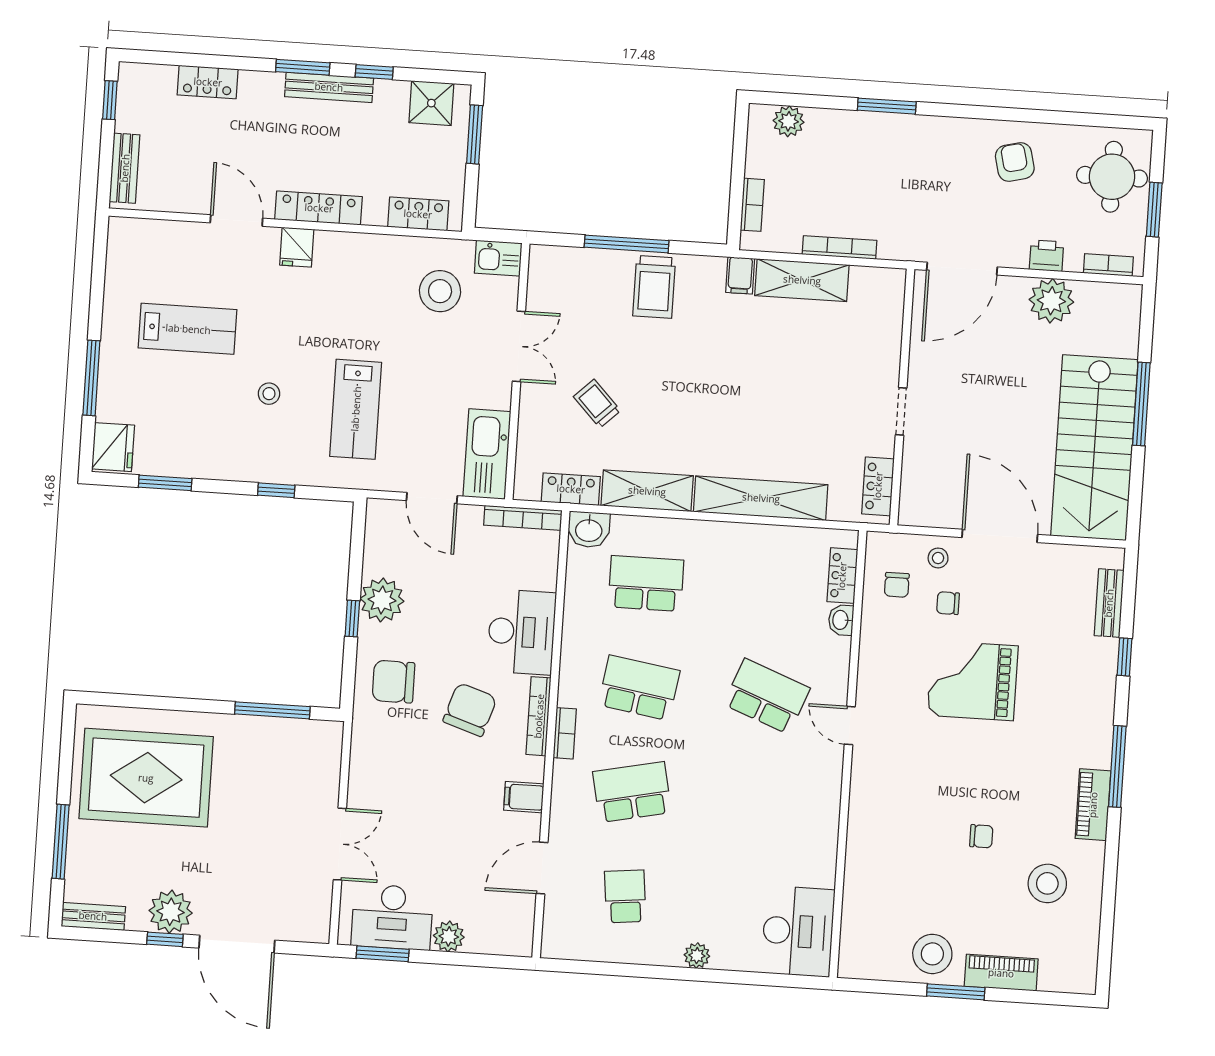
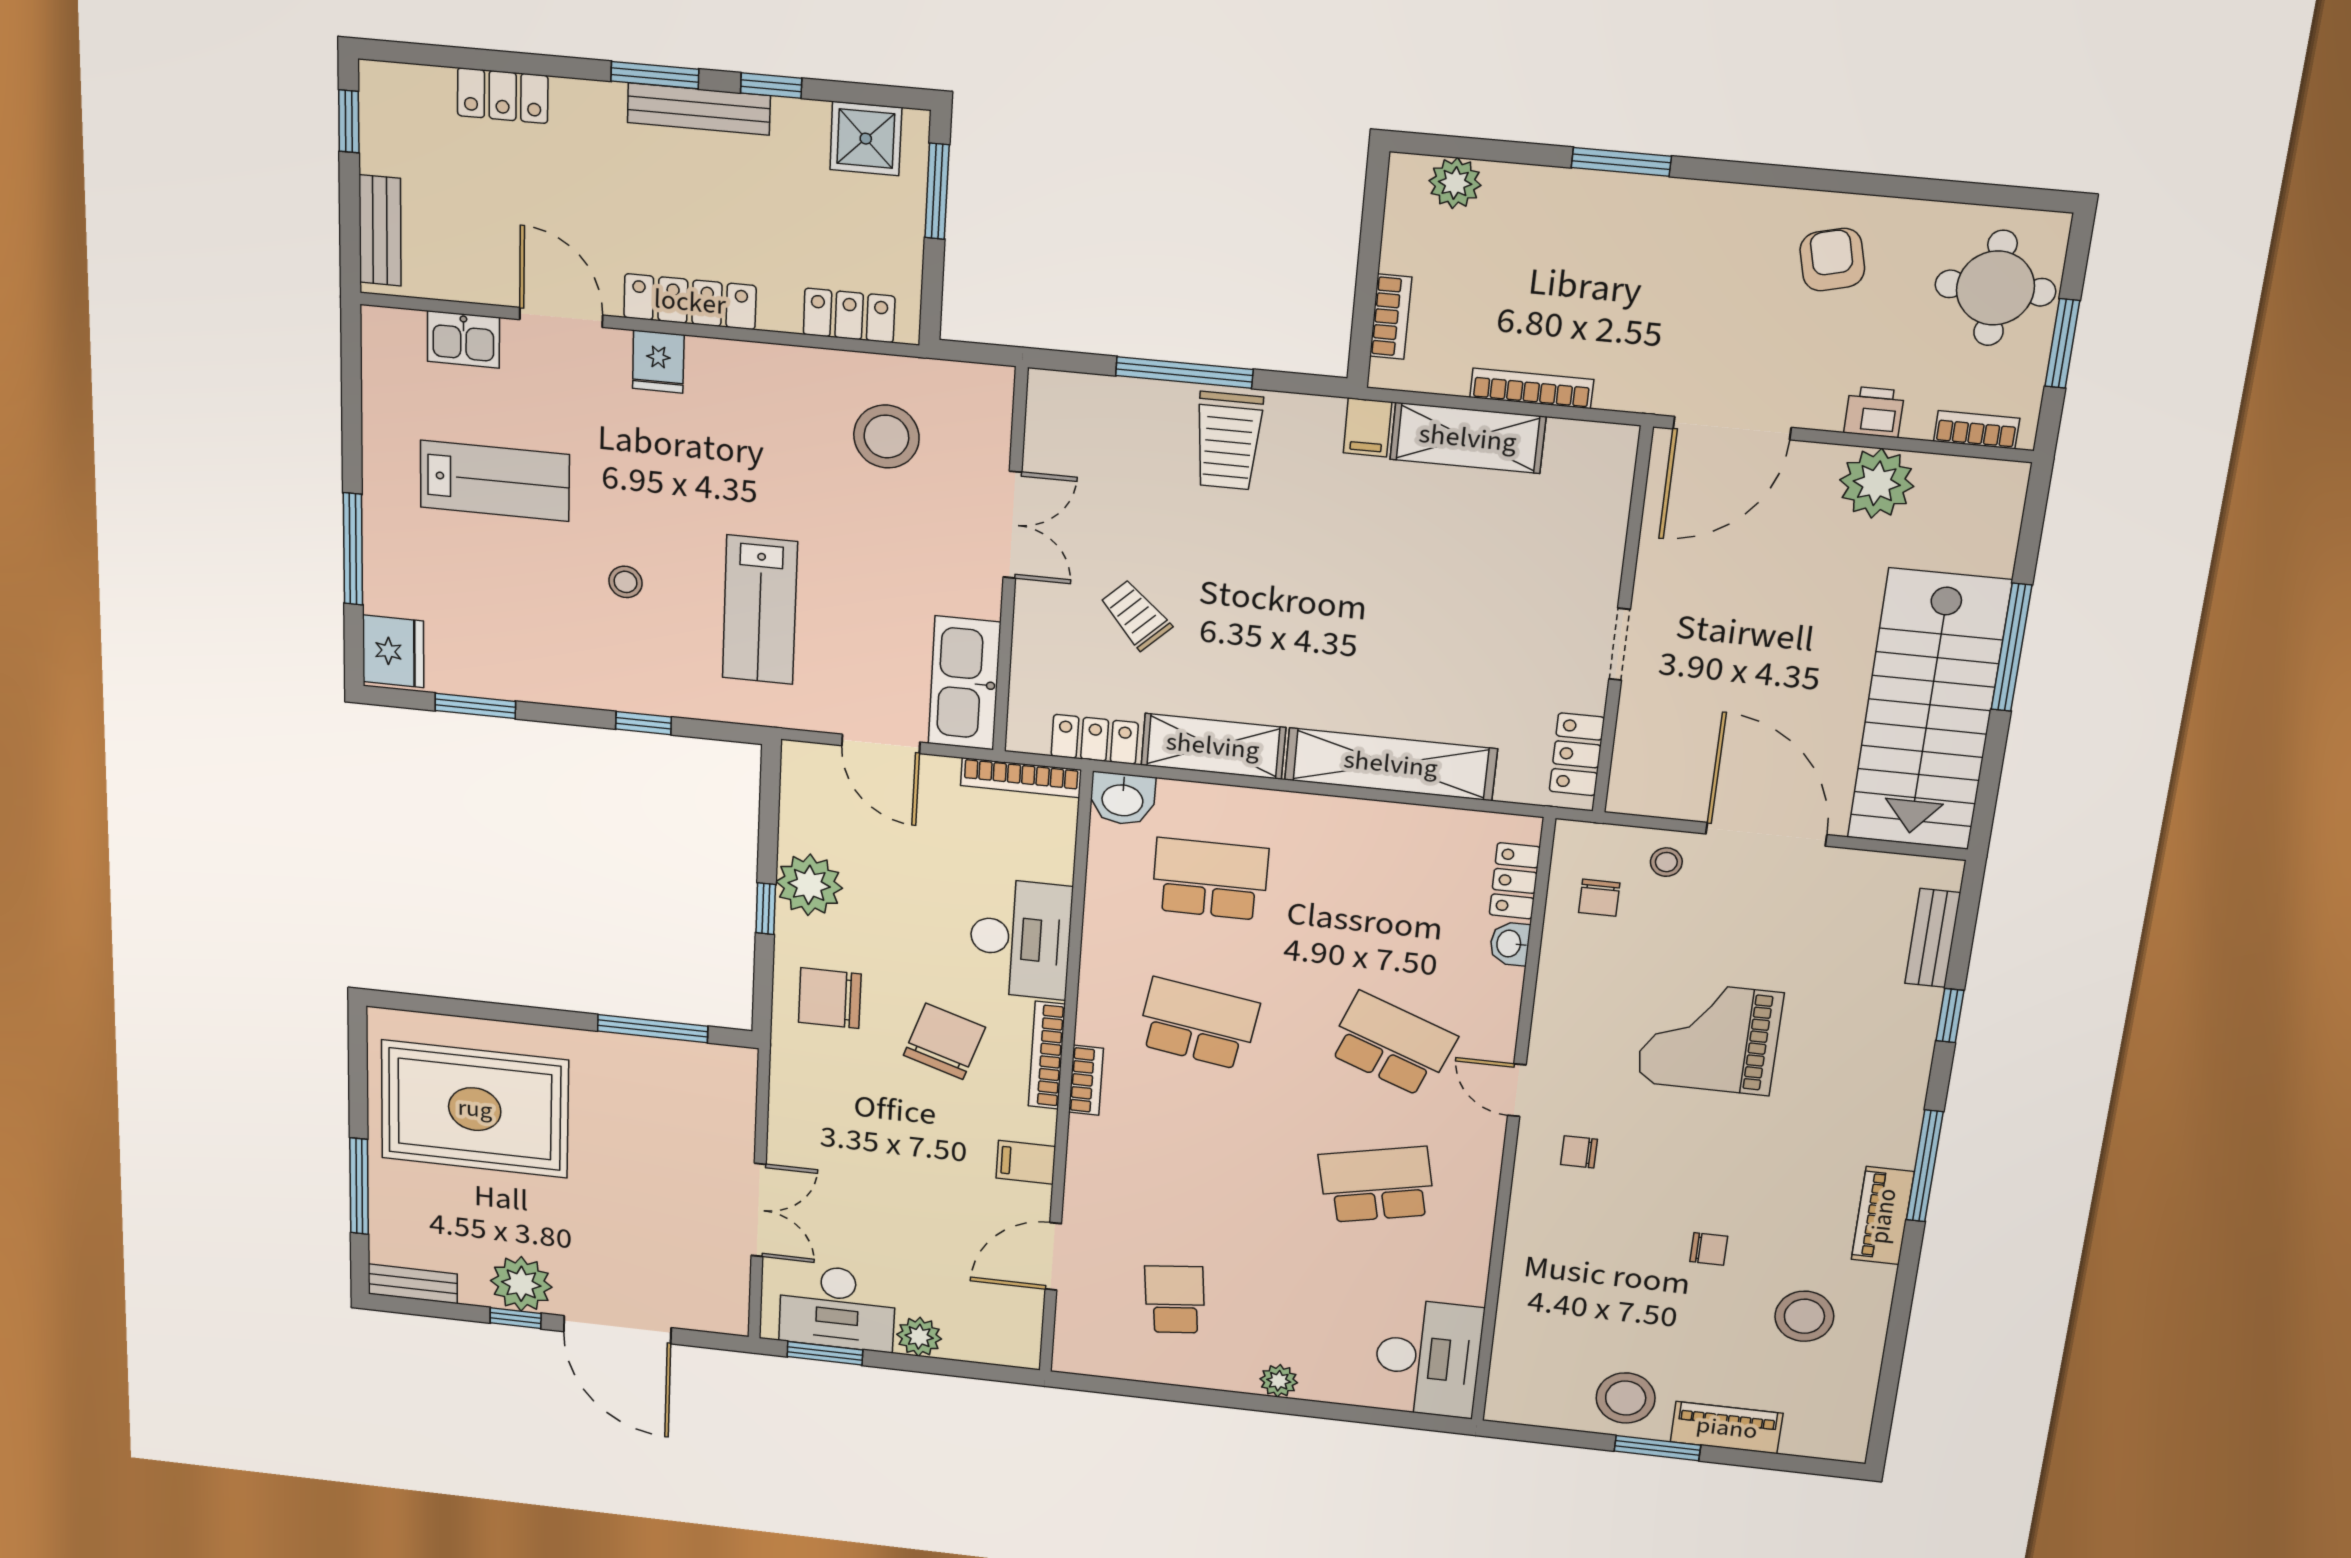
kitchen sink: (498, 258) -> (463, 339), moved
chair: (948, 603) -> (1579, 1152), moved
school desk: (632, 792) -> (1377, 1185), moved

